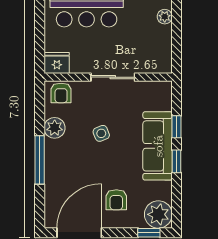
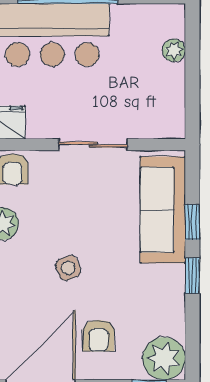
side table: (101, 133) -> (68, 268), moved
sofa: (158, 146) -> (163, 210), moved

